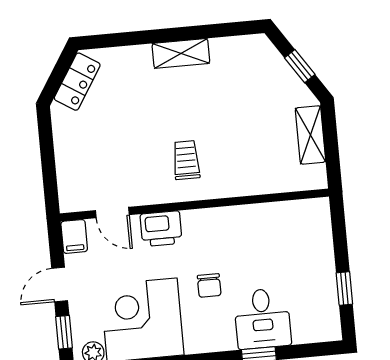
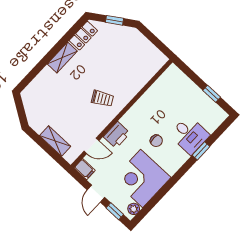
locker: (77, 82) -> (83, 36), moved, turned 58
shelving: (310, 135) -> (55, 141), moved
trolley: (186, 160) -> (102, 99), turned 151

